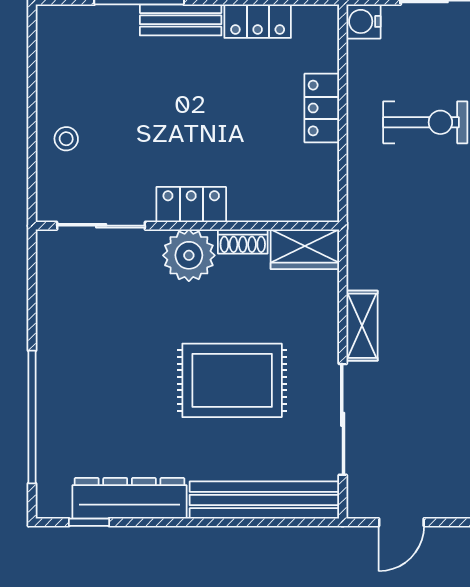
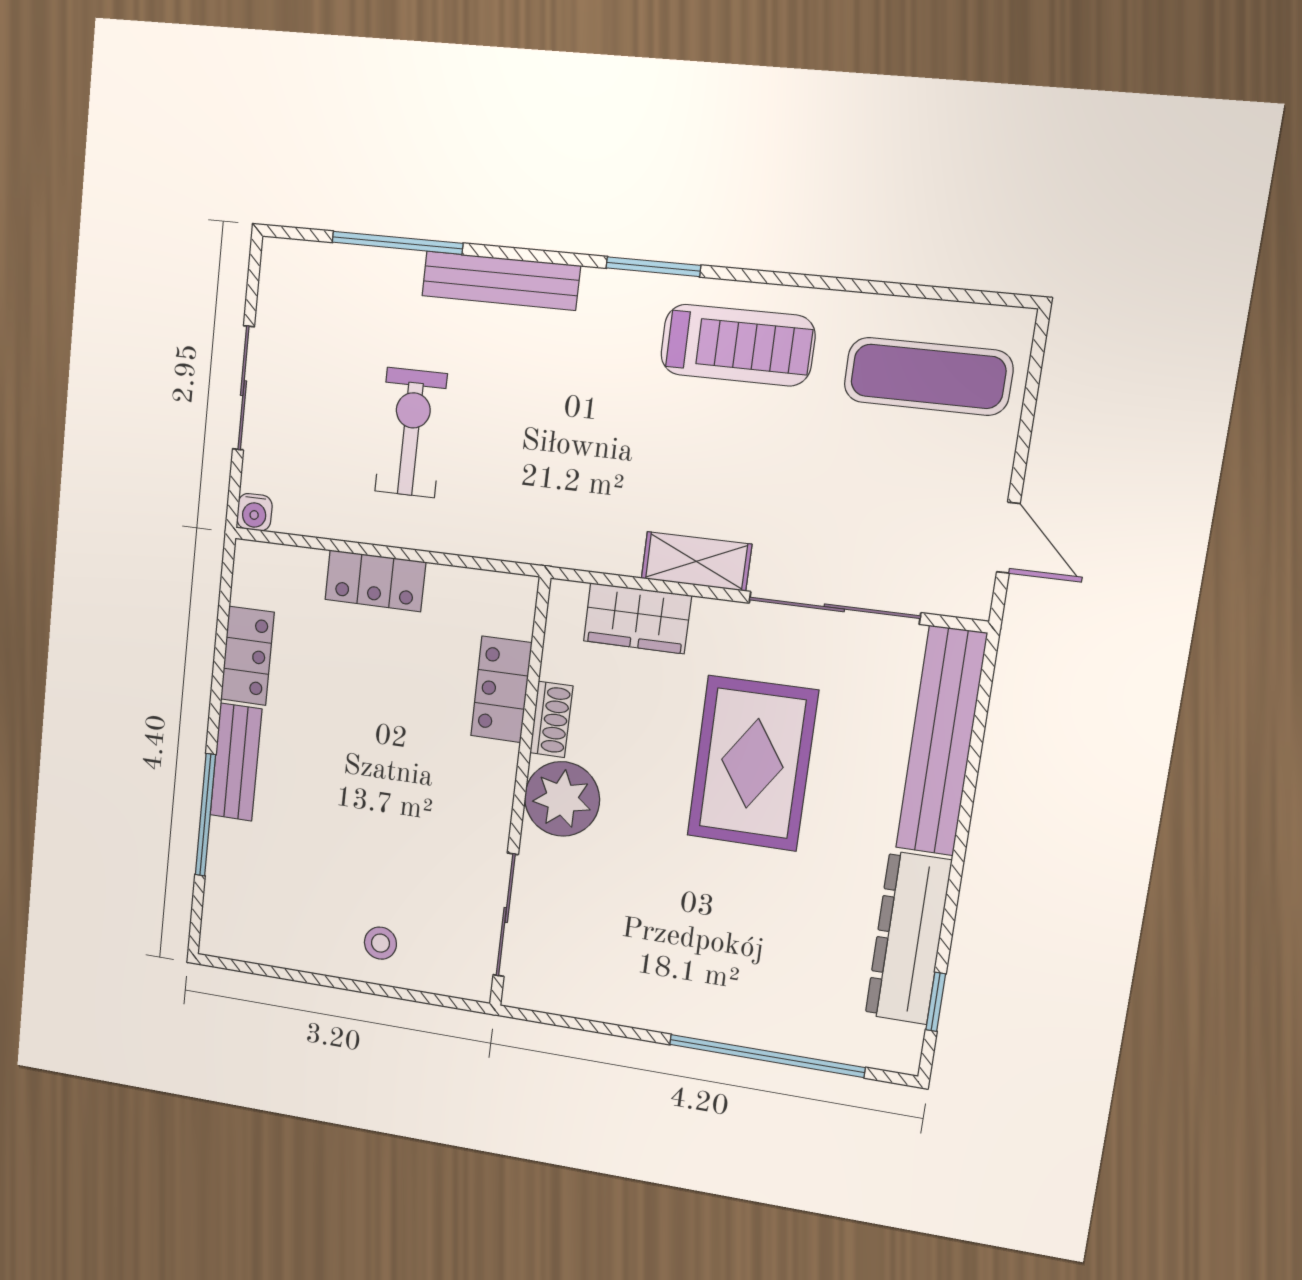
water cooler: (363, 21) -> (254, 512), width x0.72, depth x0.72
locker: (191, 205) -> (501, 689), moved
wardrobe: (305, 249) -> (637, 618), moved, turned 90

